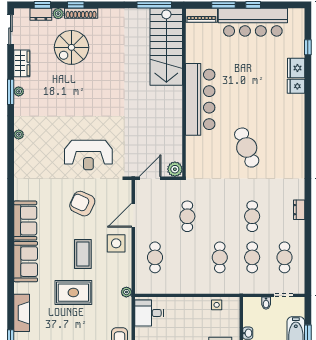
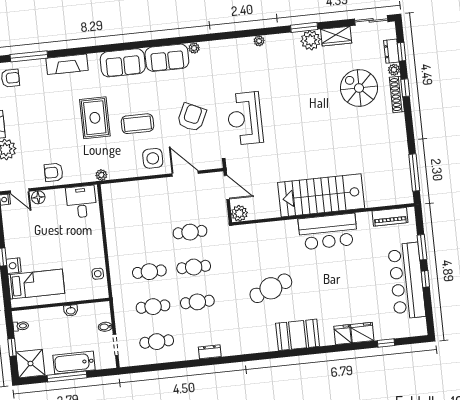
piano: (201, 15) -> (390, 217), moved, turned -90
stairs: (166, 47) -> (321, 195), moved
plant: (19, 91) -> (311, 40), width x1.88, depth x1.88
bar counter: (200, 99) -> (328, 232), width x0.73
booth: (292, 128) -> (298, 335), added
plant: (19, 195) -> (194, 48), added
cafe table: (155, 257) -> (194, 267), moved

